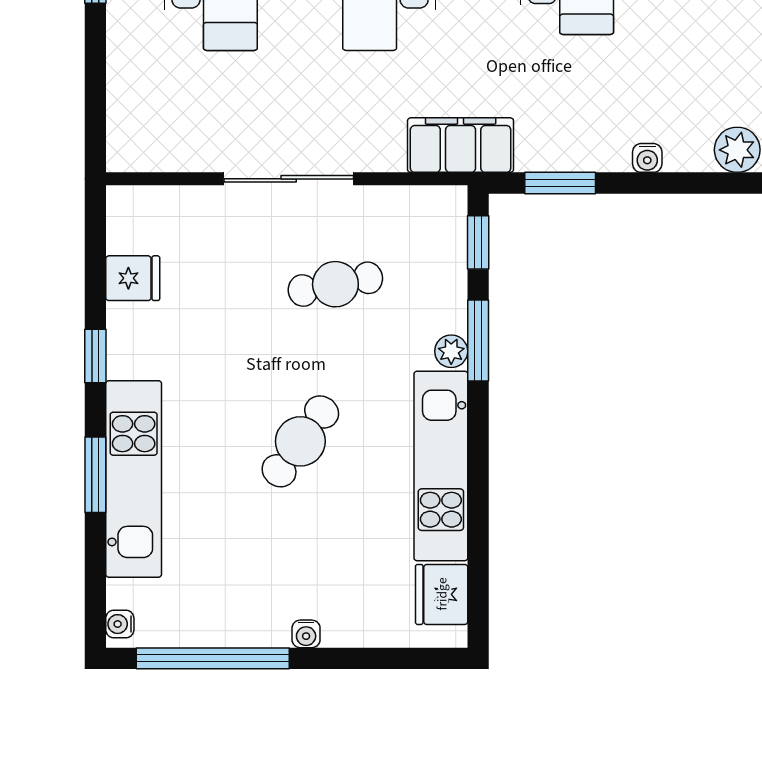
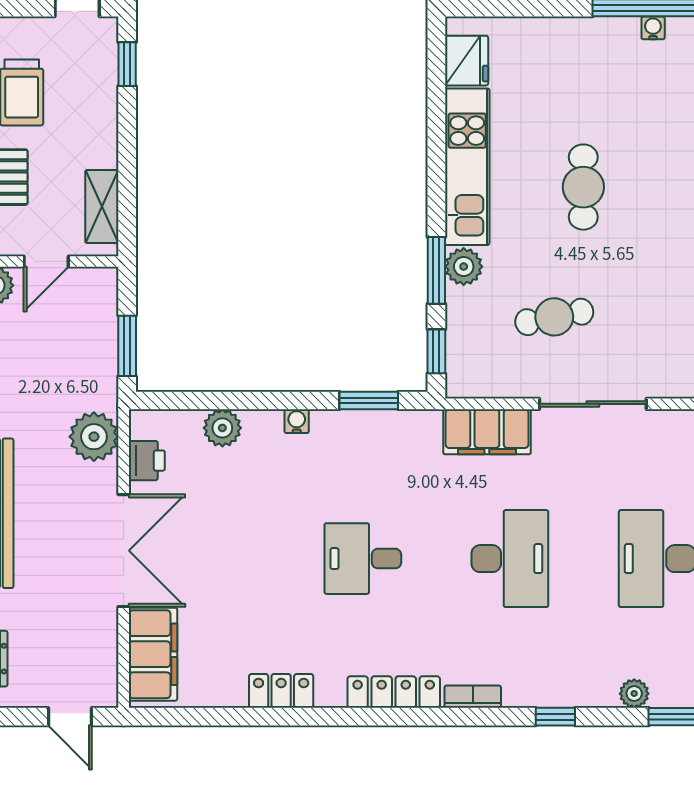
filing cabinet: (461, 145) -> (487, 432), moved
plant: (451, 351) -> (464, 267), width x1.38, depth x1.38
cafe table: (300, 441) -> (583, 187), turned -36
water cooler: (306, 634) -> (653, 28), moved

